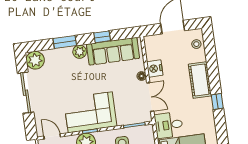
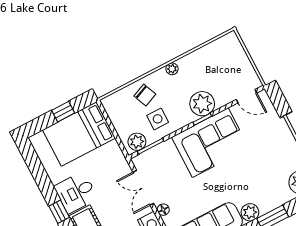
desk: (169, 125) -> (76, 192), moved, turned 180
plant: (143, 132) -> (137, 142), added

